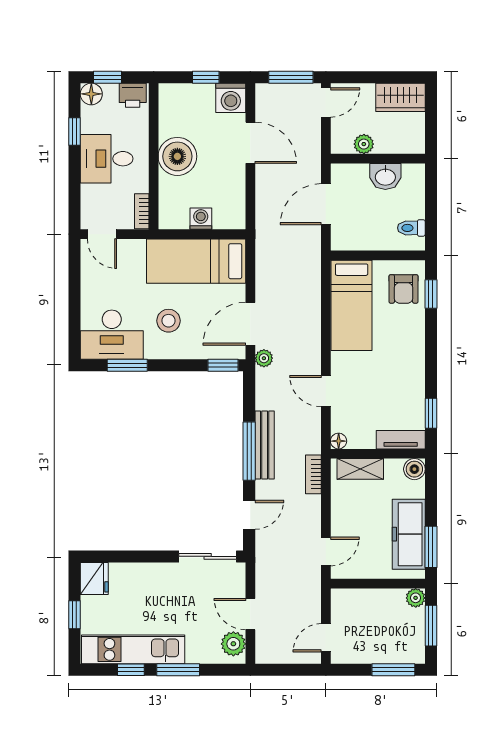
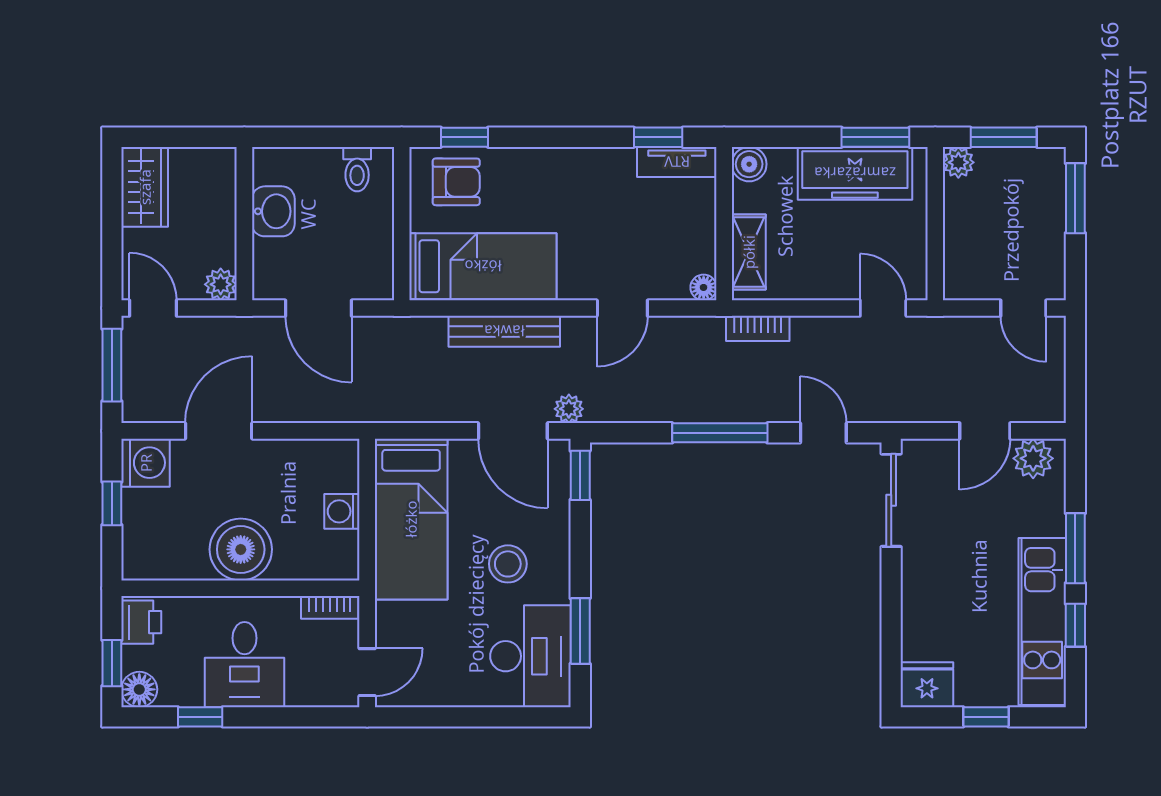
plant: (364, 144) -> (221, 284), moved
tv unit: (401, 440) -> (677, 162), moved, turned -90
bench: (265, 445) -> (504, 331), moved

